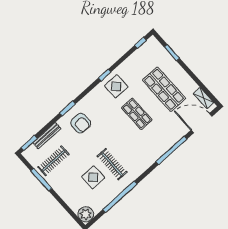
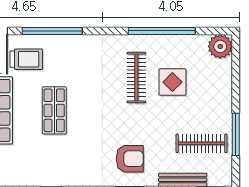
display table: (116, 86) -> (49, 164), removed
armchair: (81, 123) -> (130, 159), turned 90
trolley: (172, 126) -> (26, 59), added

